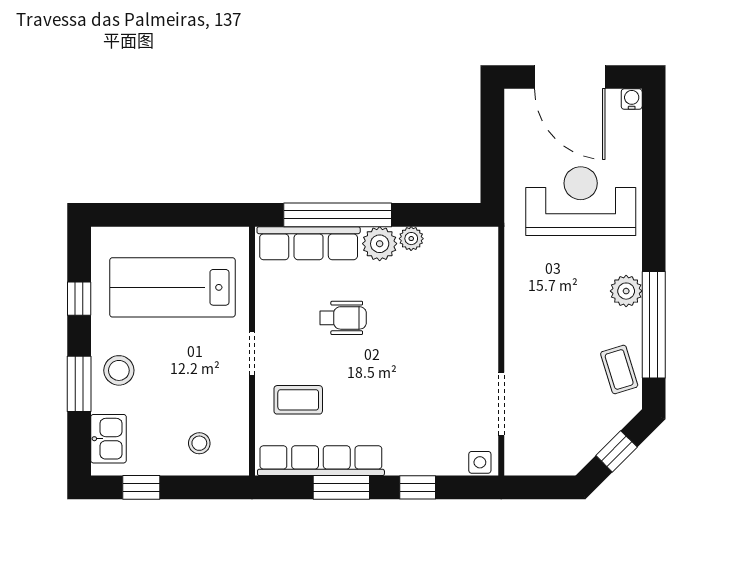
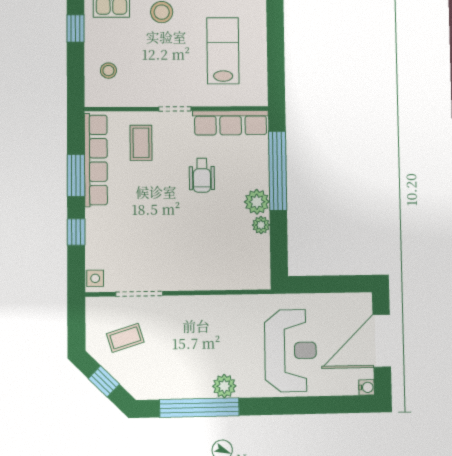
row of seats: (309, 243) -> (231, 123), moved, turned -90
lab bench: (172, 287) -> (223, 51), width x0.73, depth x0.72
coffee table: (619, 369) -> (125, 338), moved

